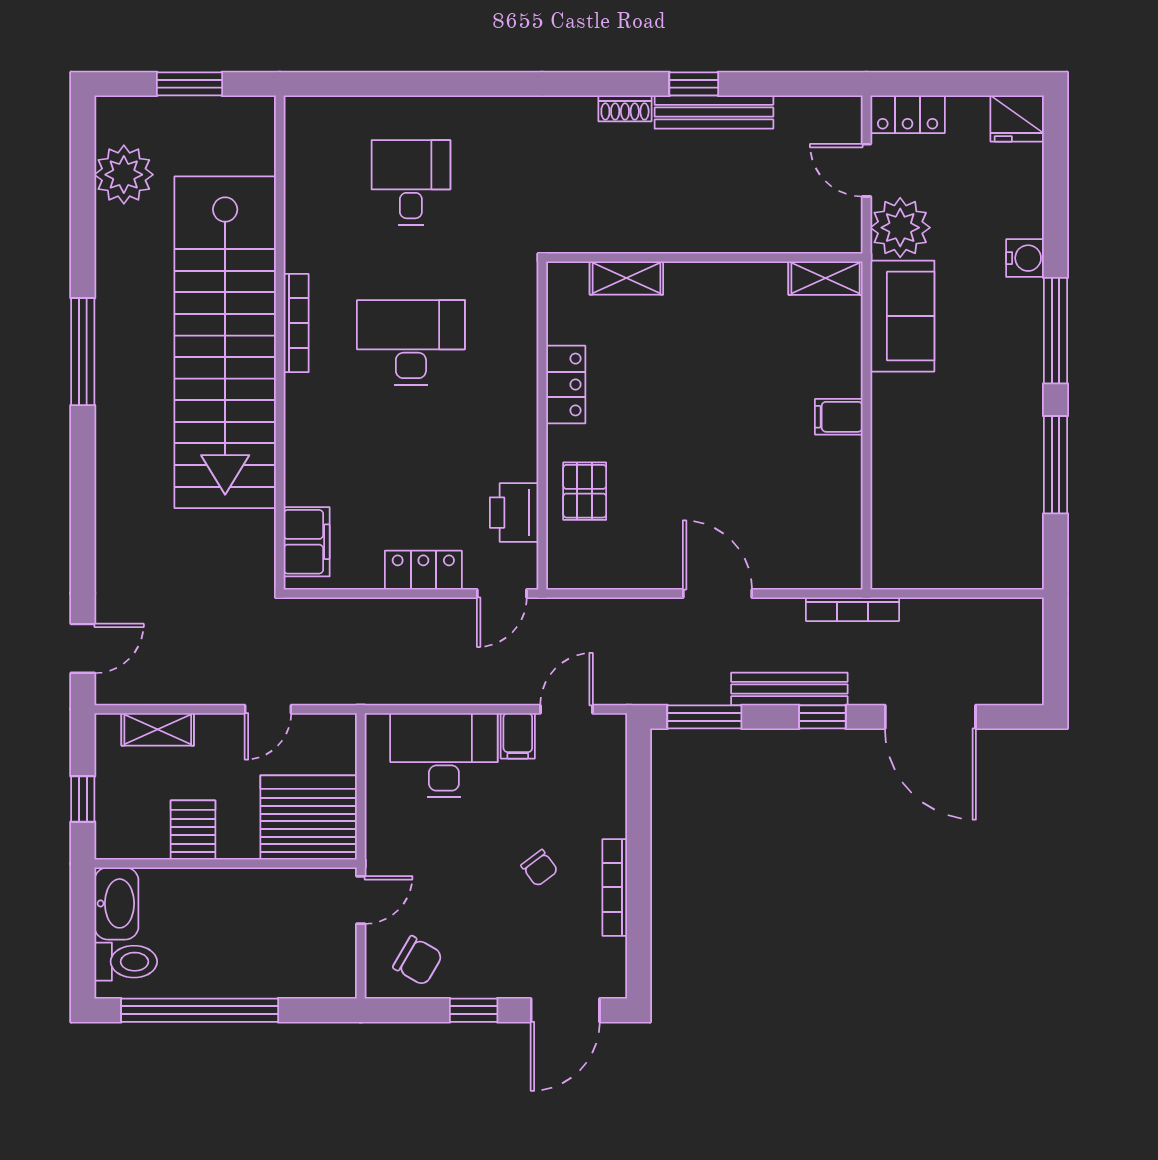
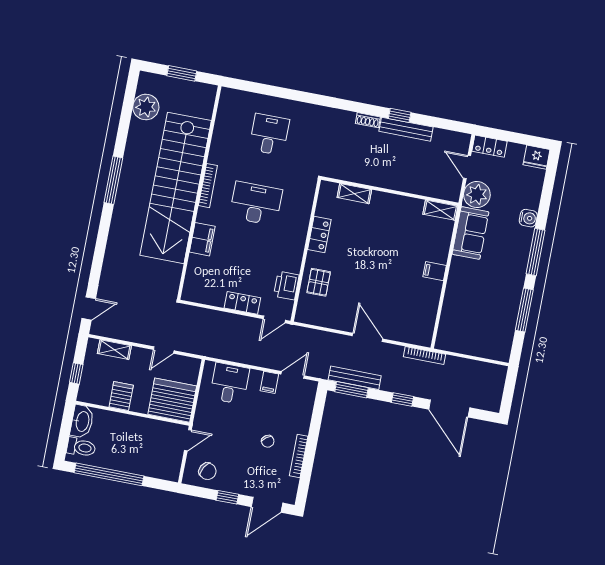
filing cabinet: (307, 542) -> (202, 239), moved
bench: (789, 689) -> (355, 378), moved
desk: (444, 755) -> (230, 383), width x0.73

